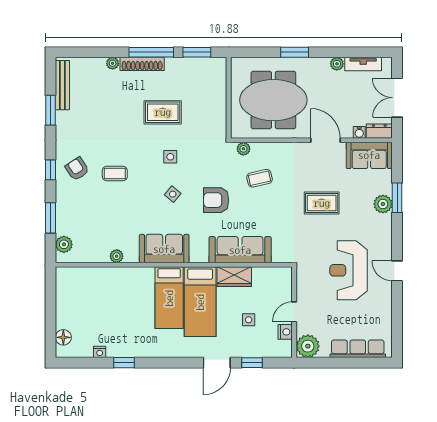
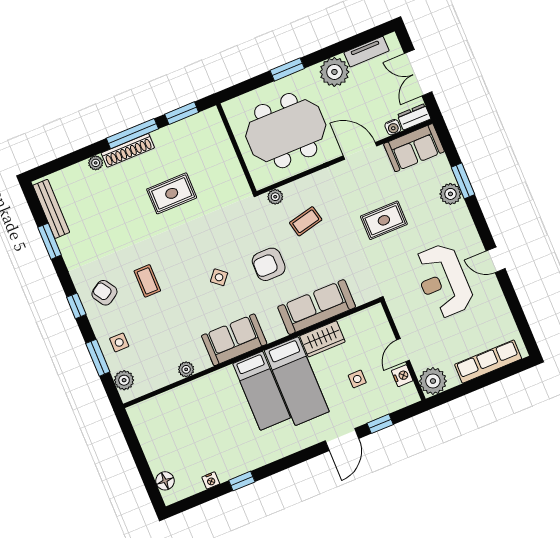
plant: (337, 64) -> (334, 72), width x1.87, depth x1.87
side table: (170, 157) -> (119, 342), moved
coffee table: (115, 173) -> (147, 281), turned 90

